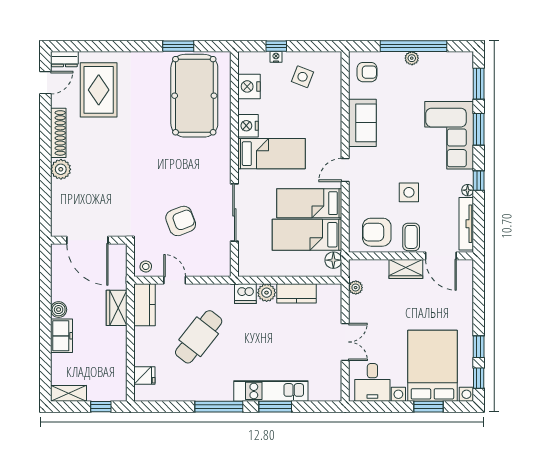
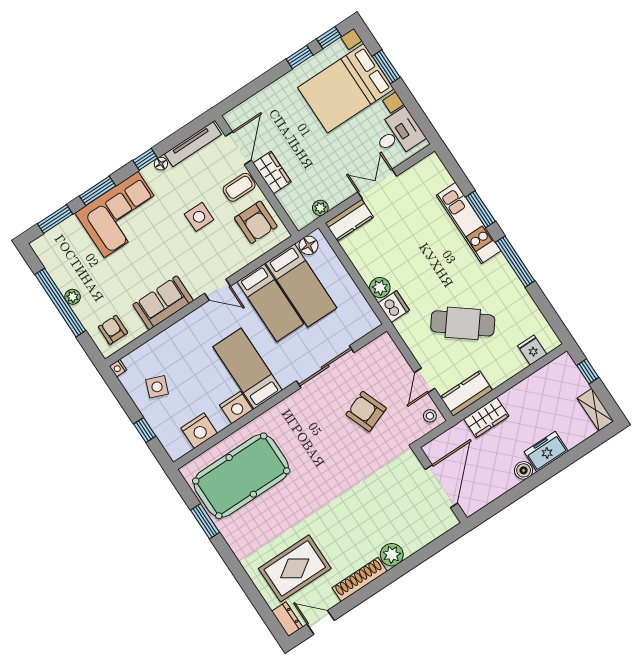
nightstand: (276, 57) -> (118, 368), moved
kitchen counter: (297, 293) -> (349, 220), moved, turned 90

